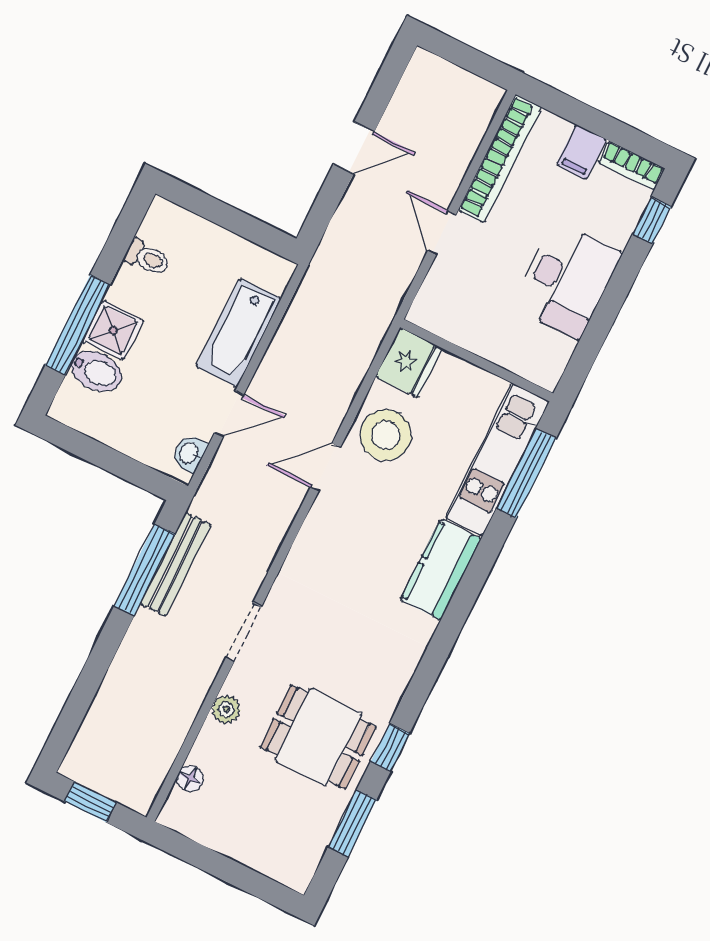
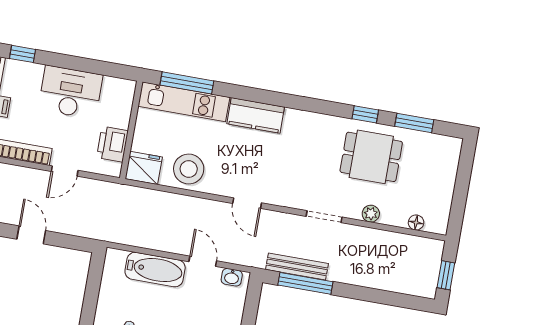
printer: (462, 323) -> (112, 144), added
door: (325, 467) -> (247, 203), moved
dining table: (318, 737) -> (371, 157), turned 90

